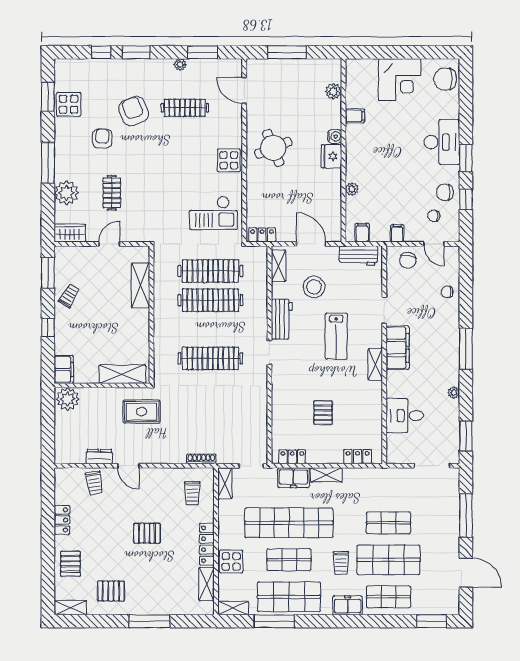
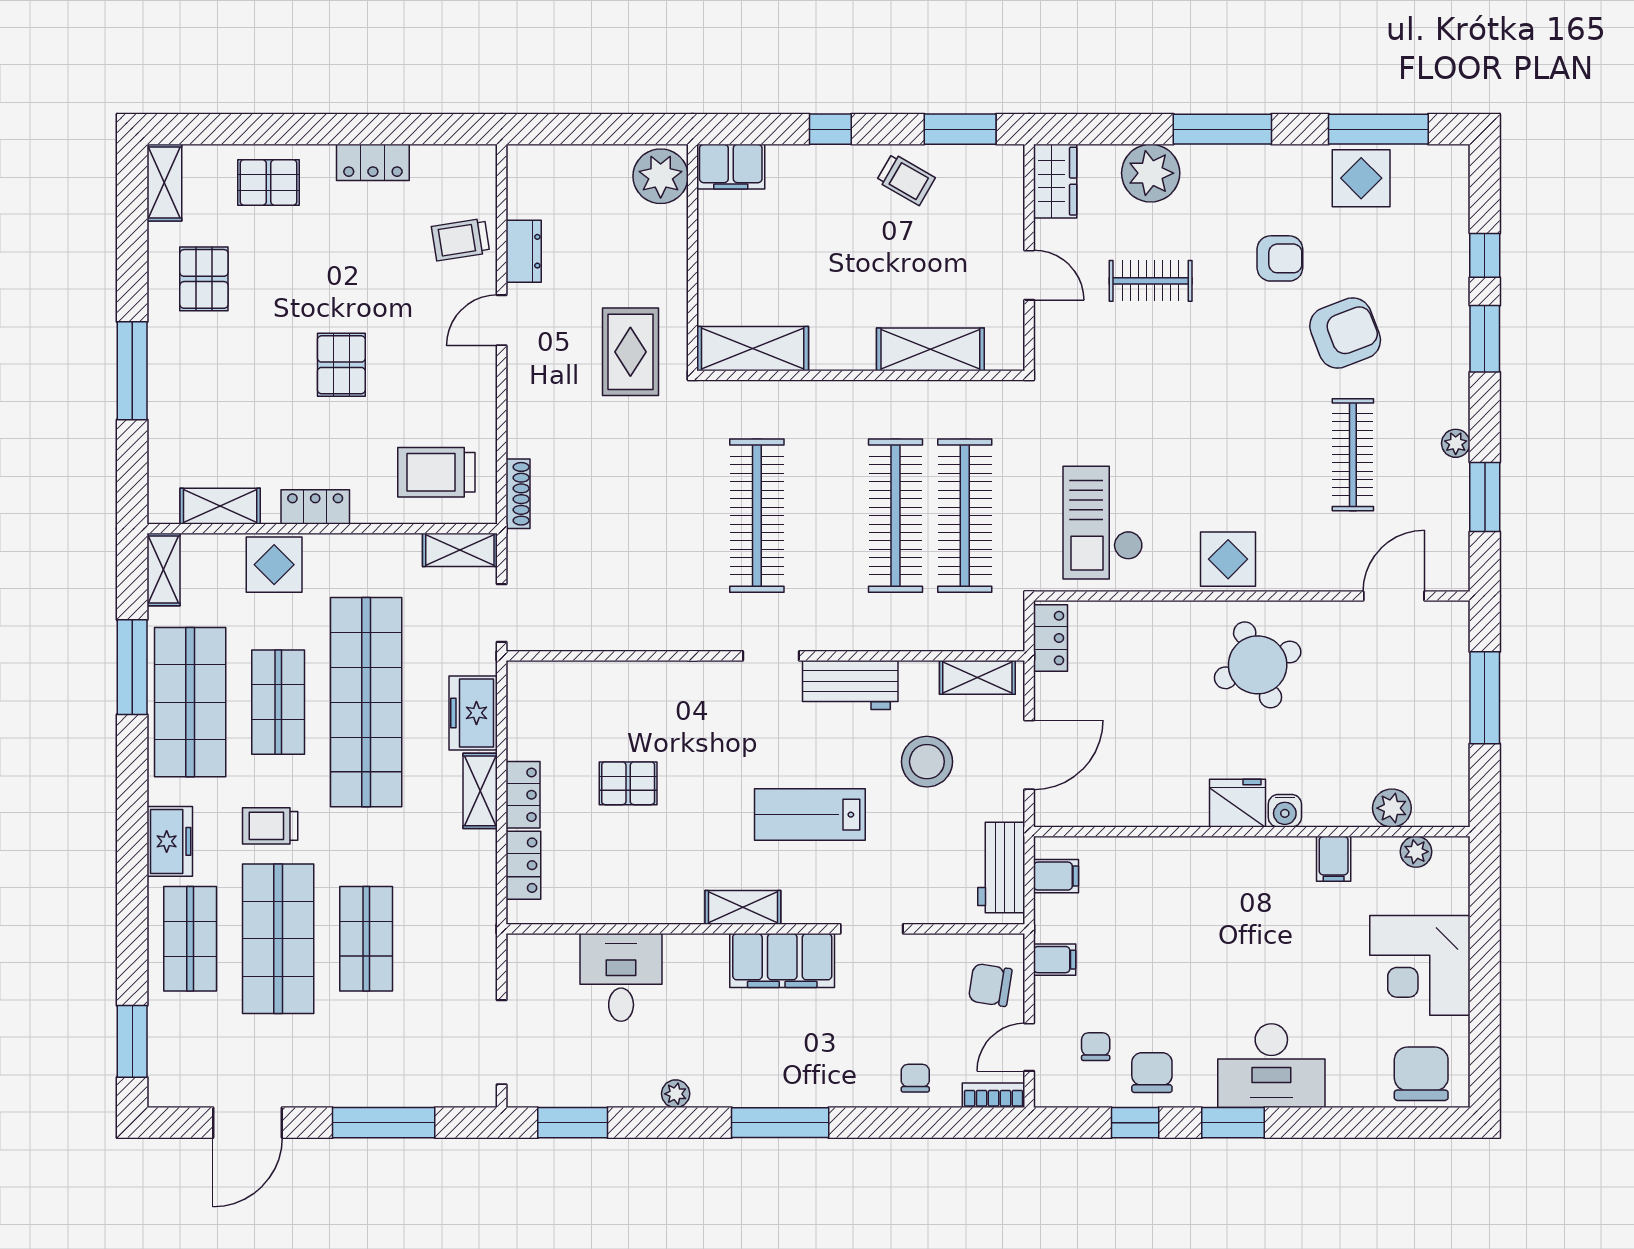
window: (48, 97) -> (1378, 129), width x1.44
plant: (352, 189) -> (1416, 852), moved
bookcase: (454, 259) -> (994, 1095), added
shelving: (122, 374) -> (753, 349), moved, turned 90
locker: (292, 457) -> (523, 795), moved
trolley: (192, 493) -> (436, 472), width x1.36, depth x1.39
locker: (207, 544) -> (315, 507), width x0.66

